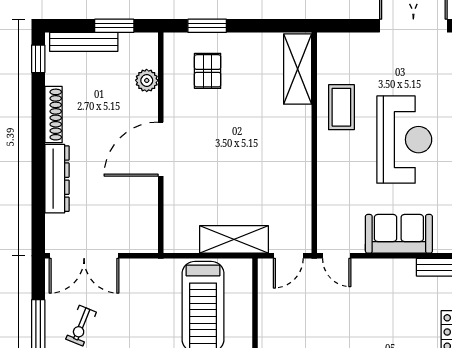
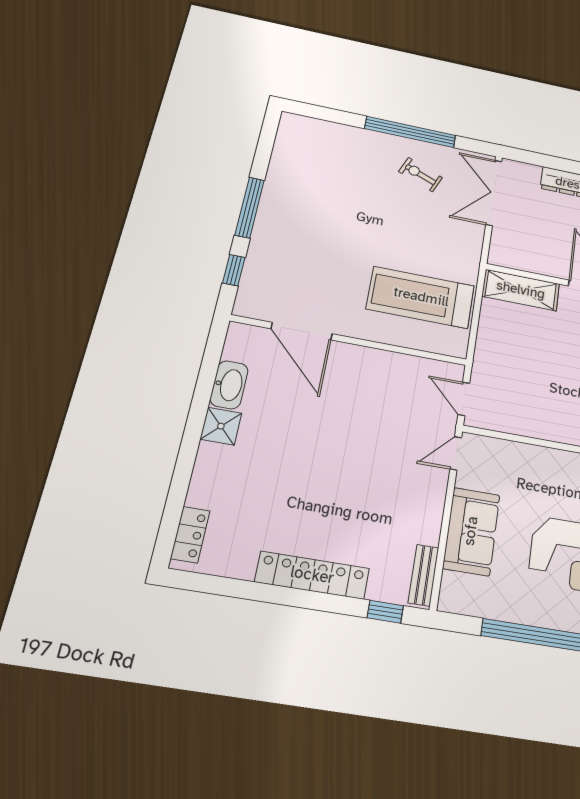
shelving: (234, 239) -> (521, 290), moved, turned 90

